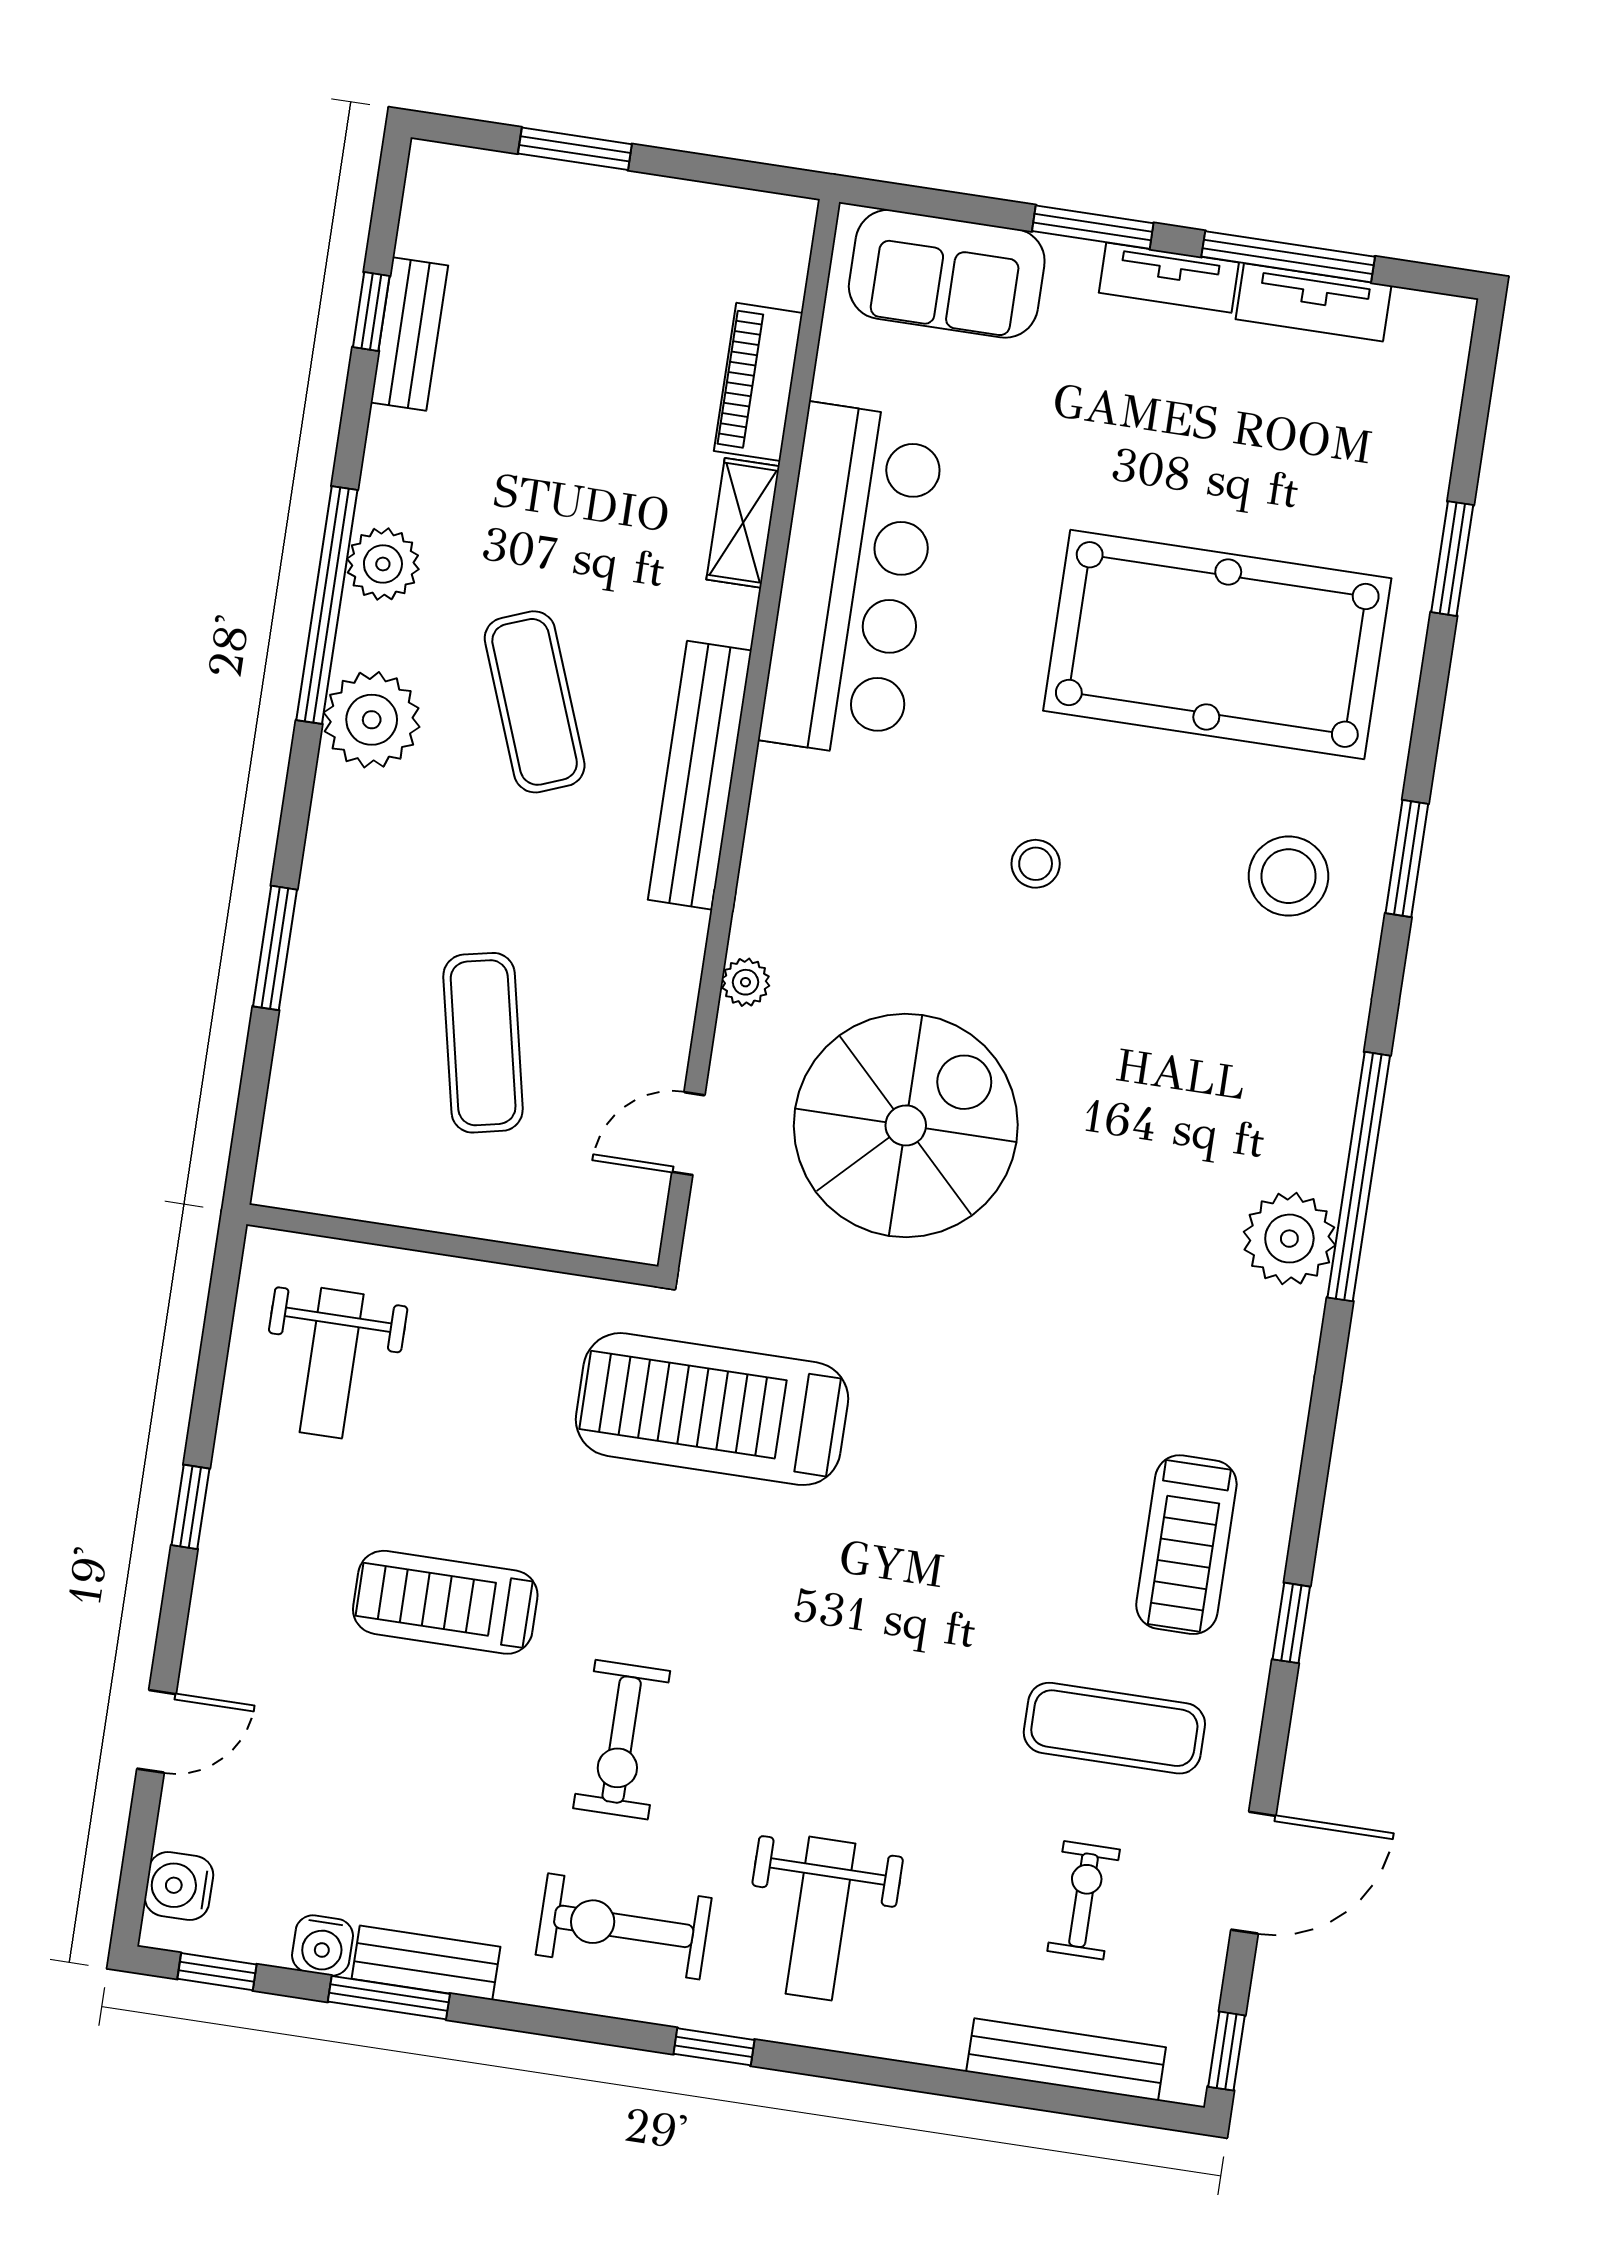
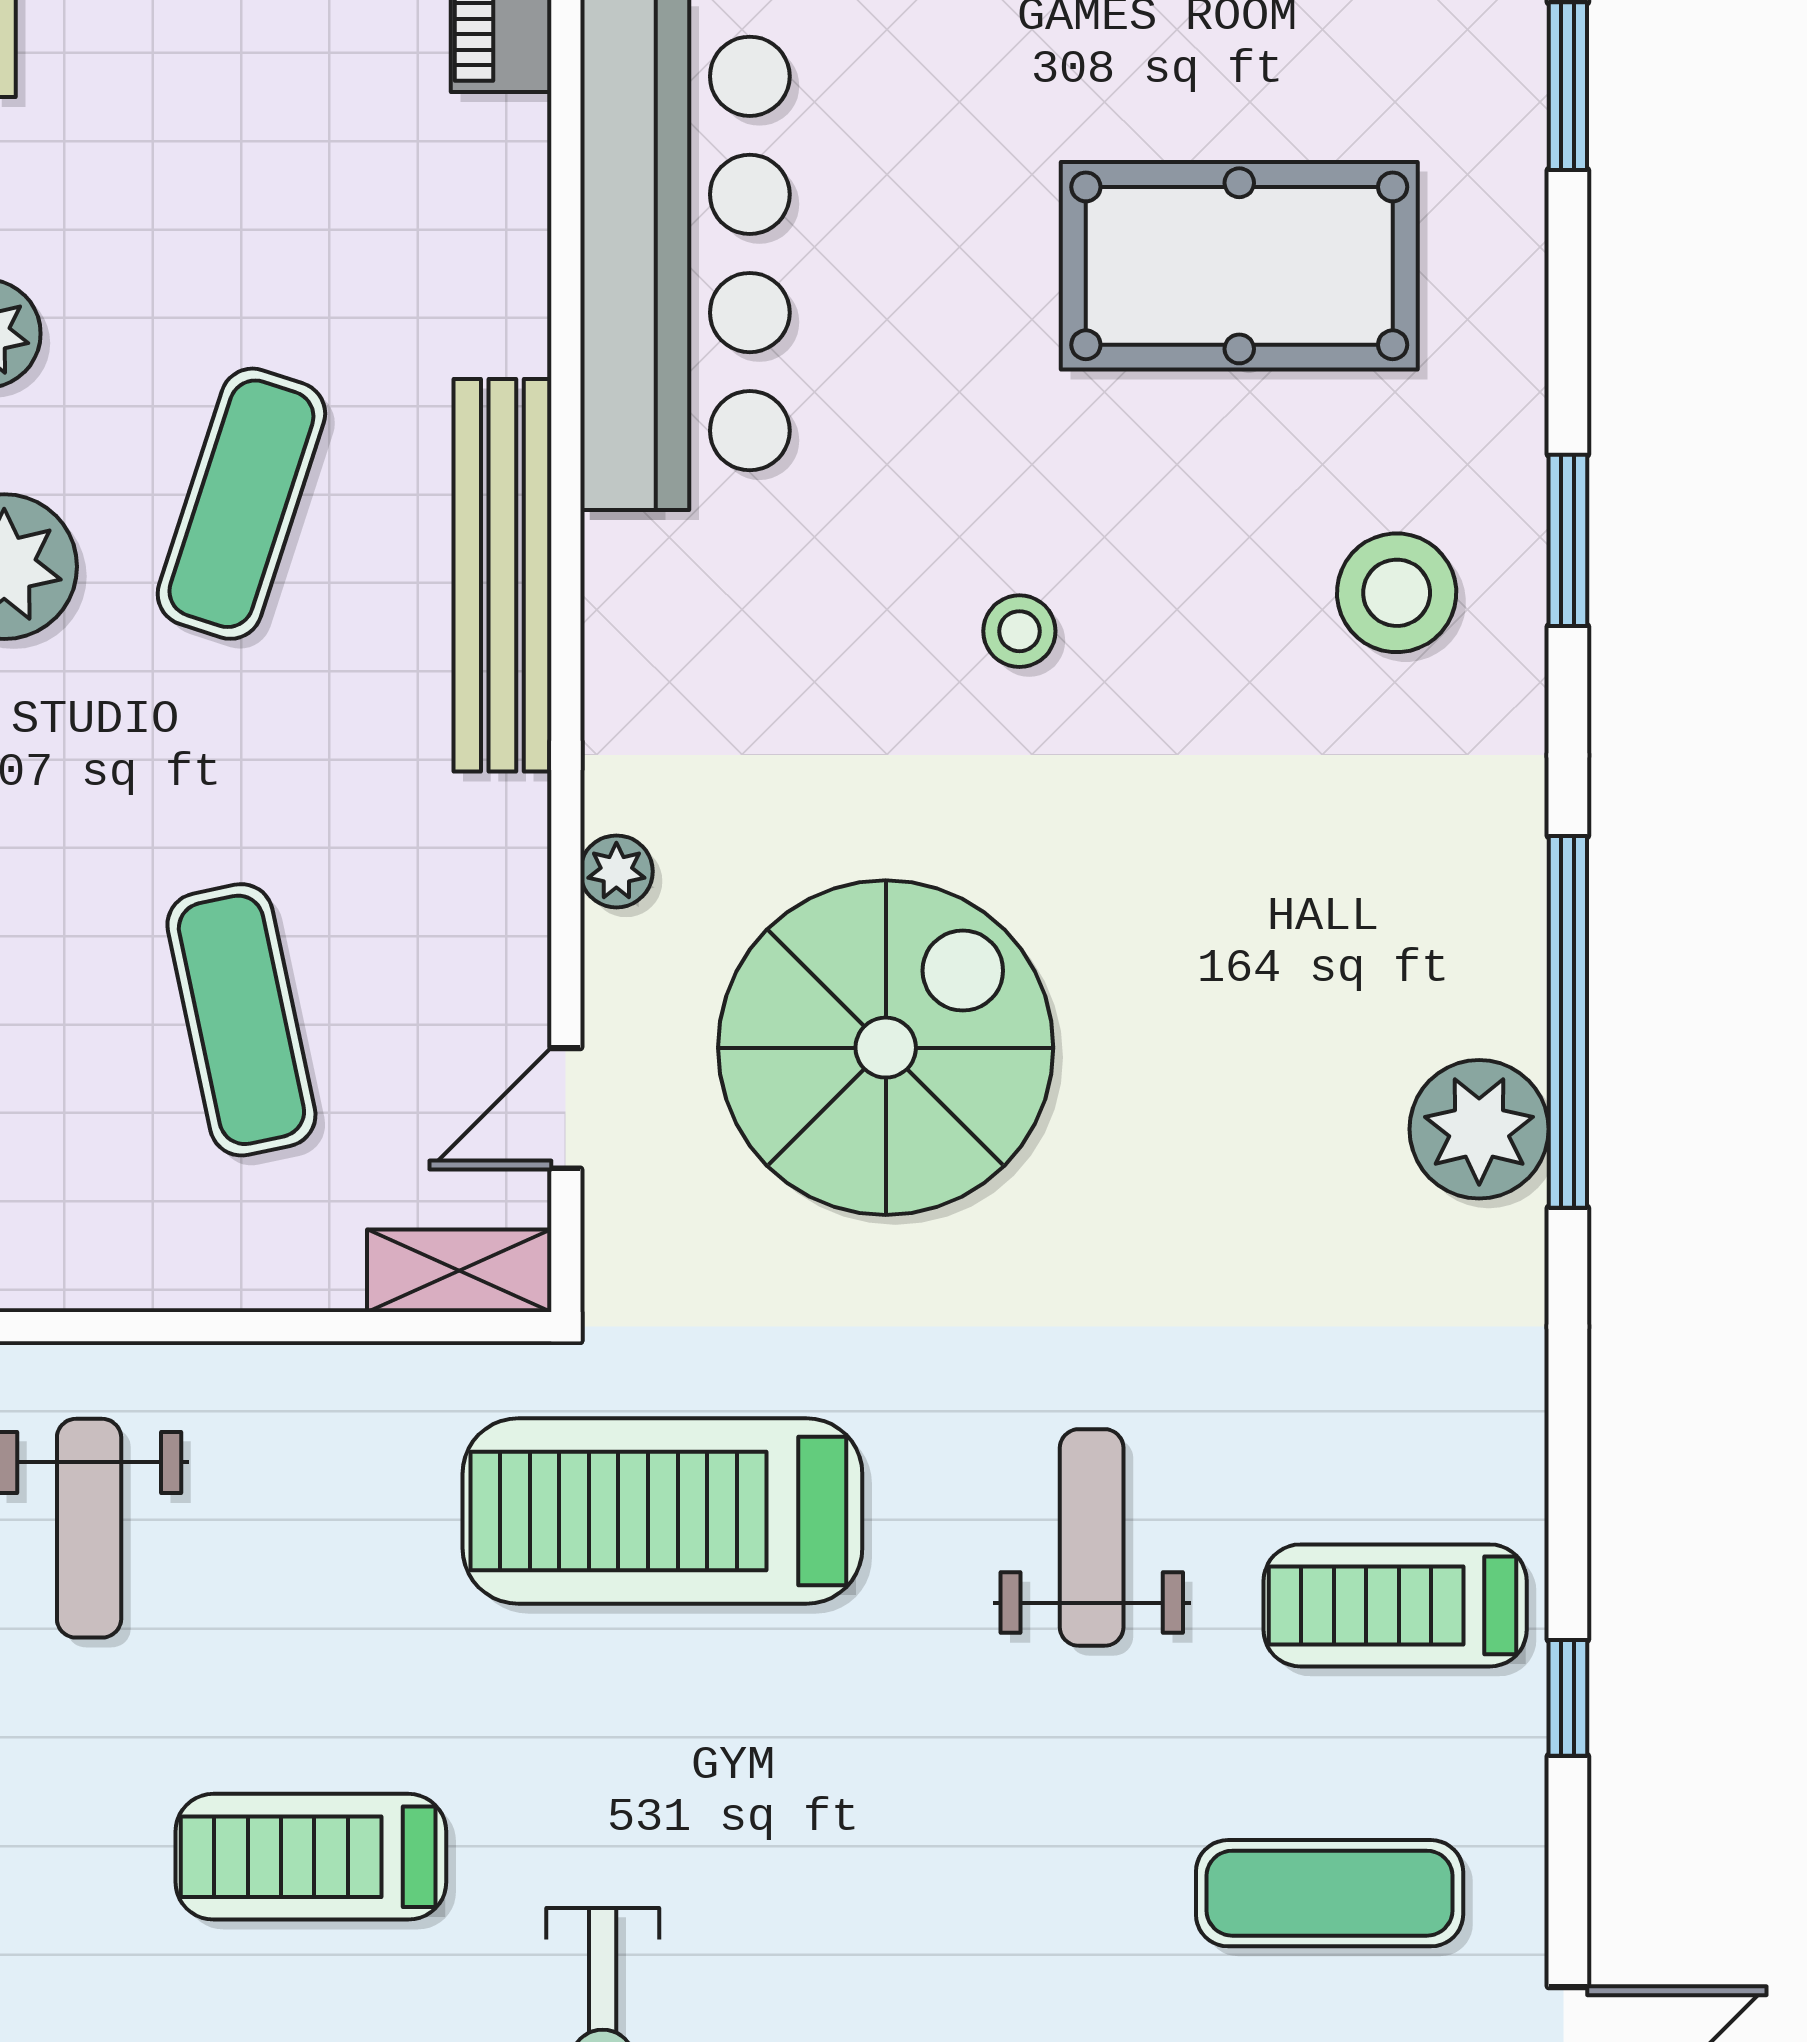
shelving: (743, 523) -> (459, 1271), moved, turned 90
pool table: (1217, 644) -> (1239, 266), width x0.73, depth x0.76
exercise mat: (535, 702) -> (241, 504), turned 39
weight bench: (993, 1469) -> (1092, 1537), added
treadmill: (1186, 1545) -> (1395, 1605), turned 90

